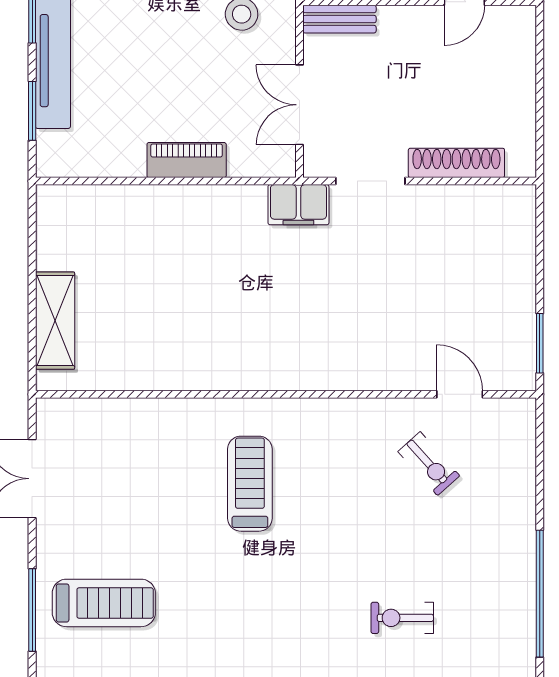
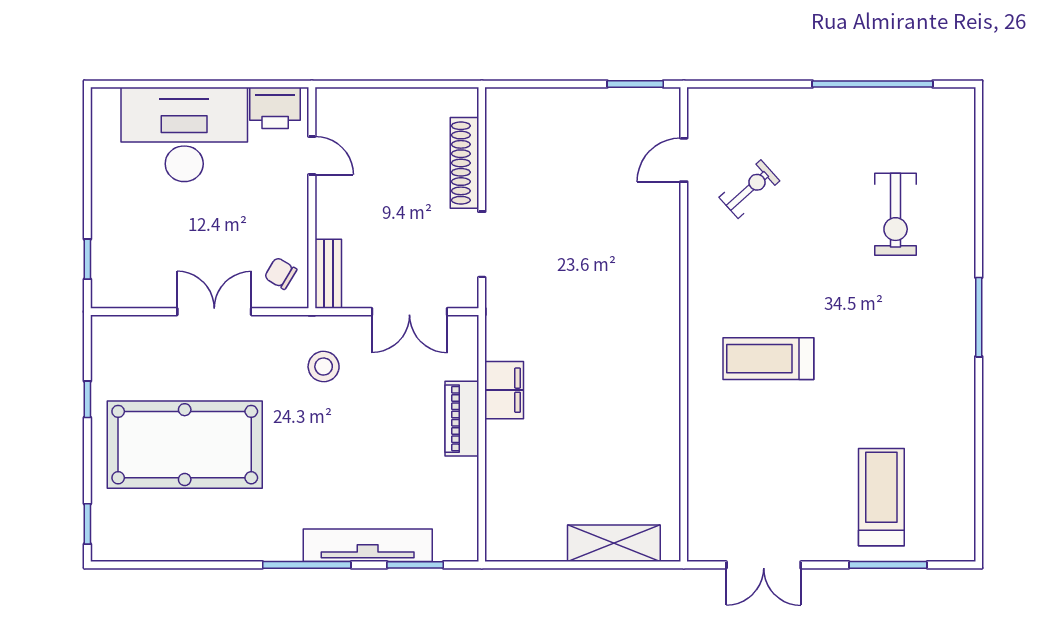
filing cabinet: (298, 205) -> (504, 390), moved
exercise bike: (402, 618) -> (896, 214), width x1.38, depth x1.39

